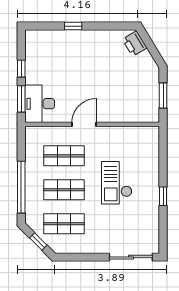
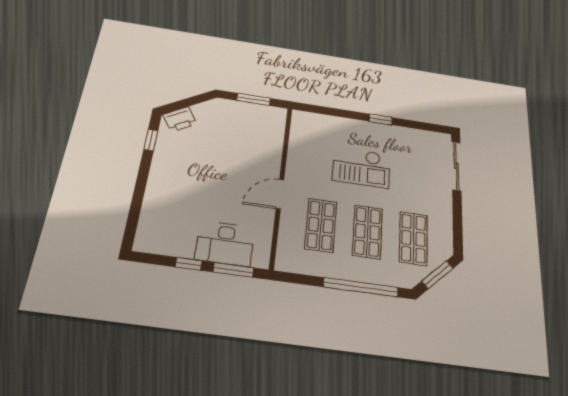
window: (73, 26) -> (151, 140), moved
desk: (40, 104) -> (225, 243), moved
door: (84, 124) -> (280, 194), hinge flipped
window: (38, 242) -> (437, 275), width x1.50

